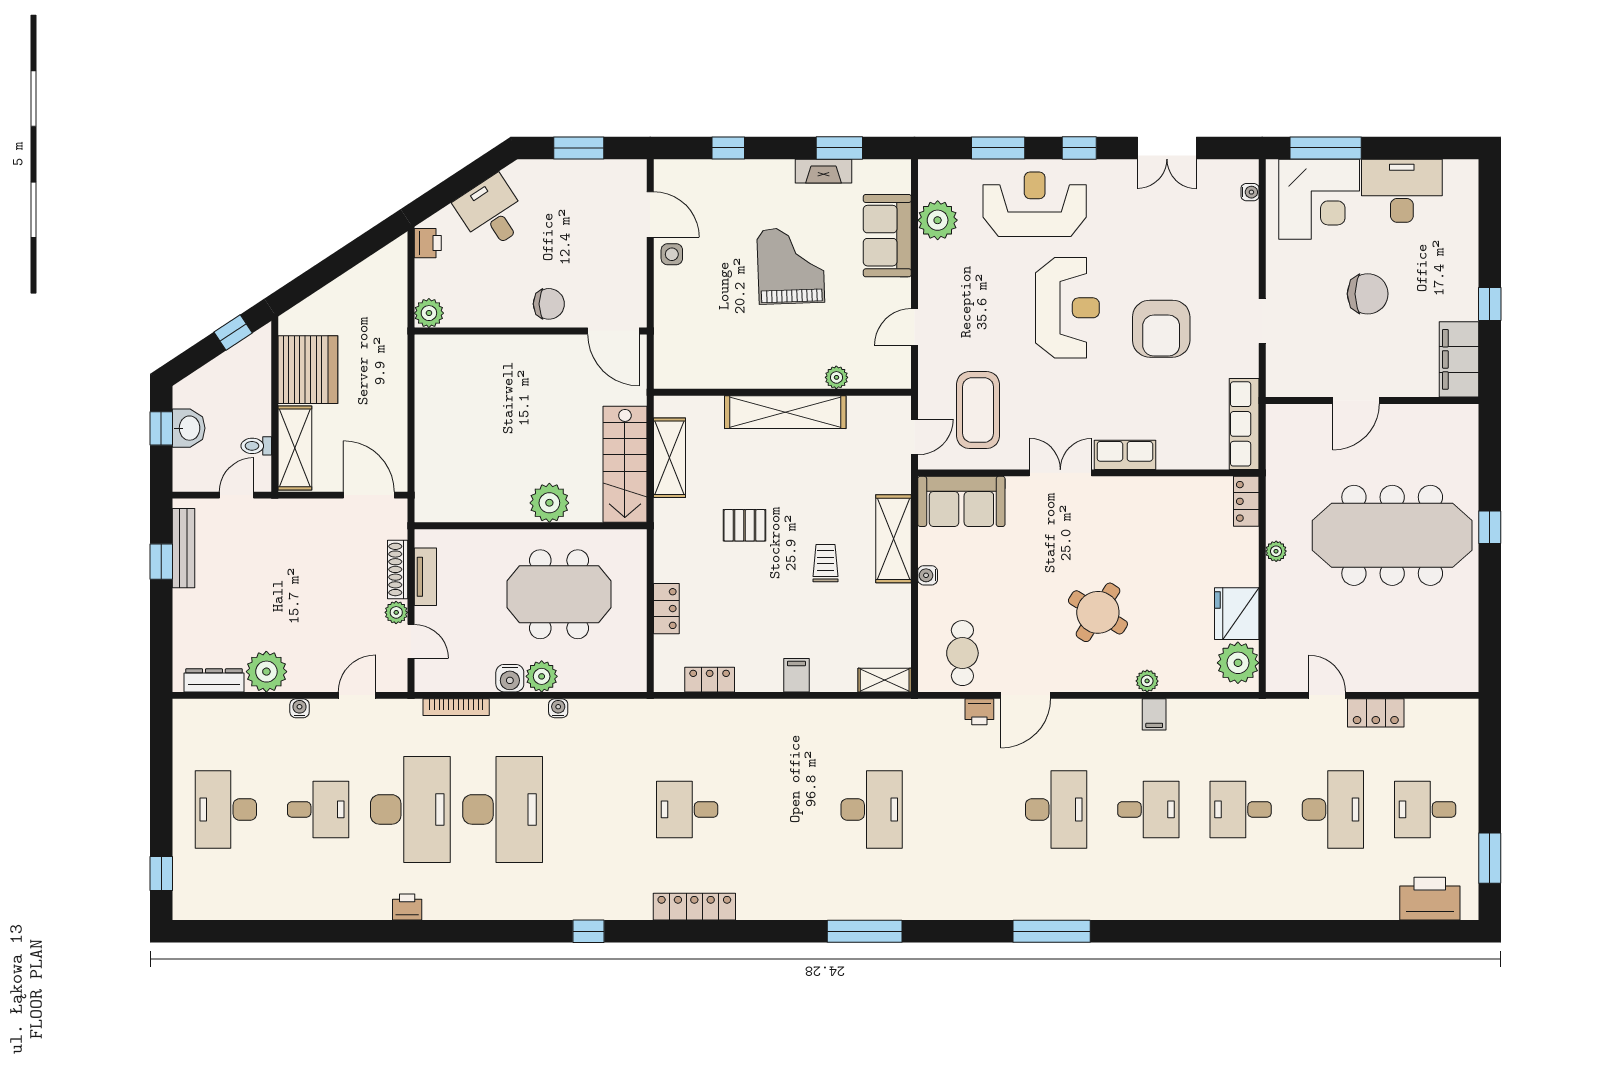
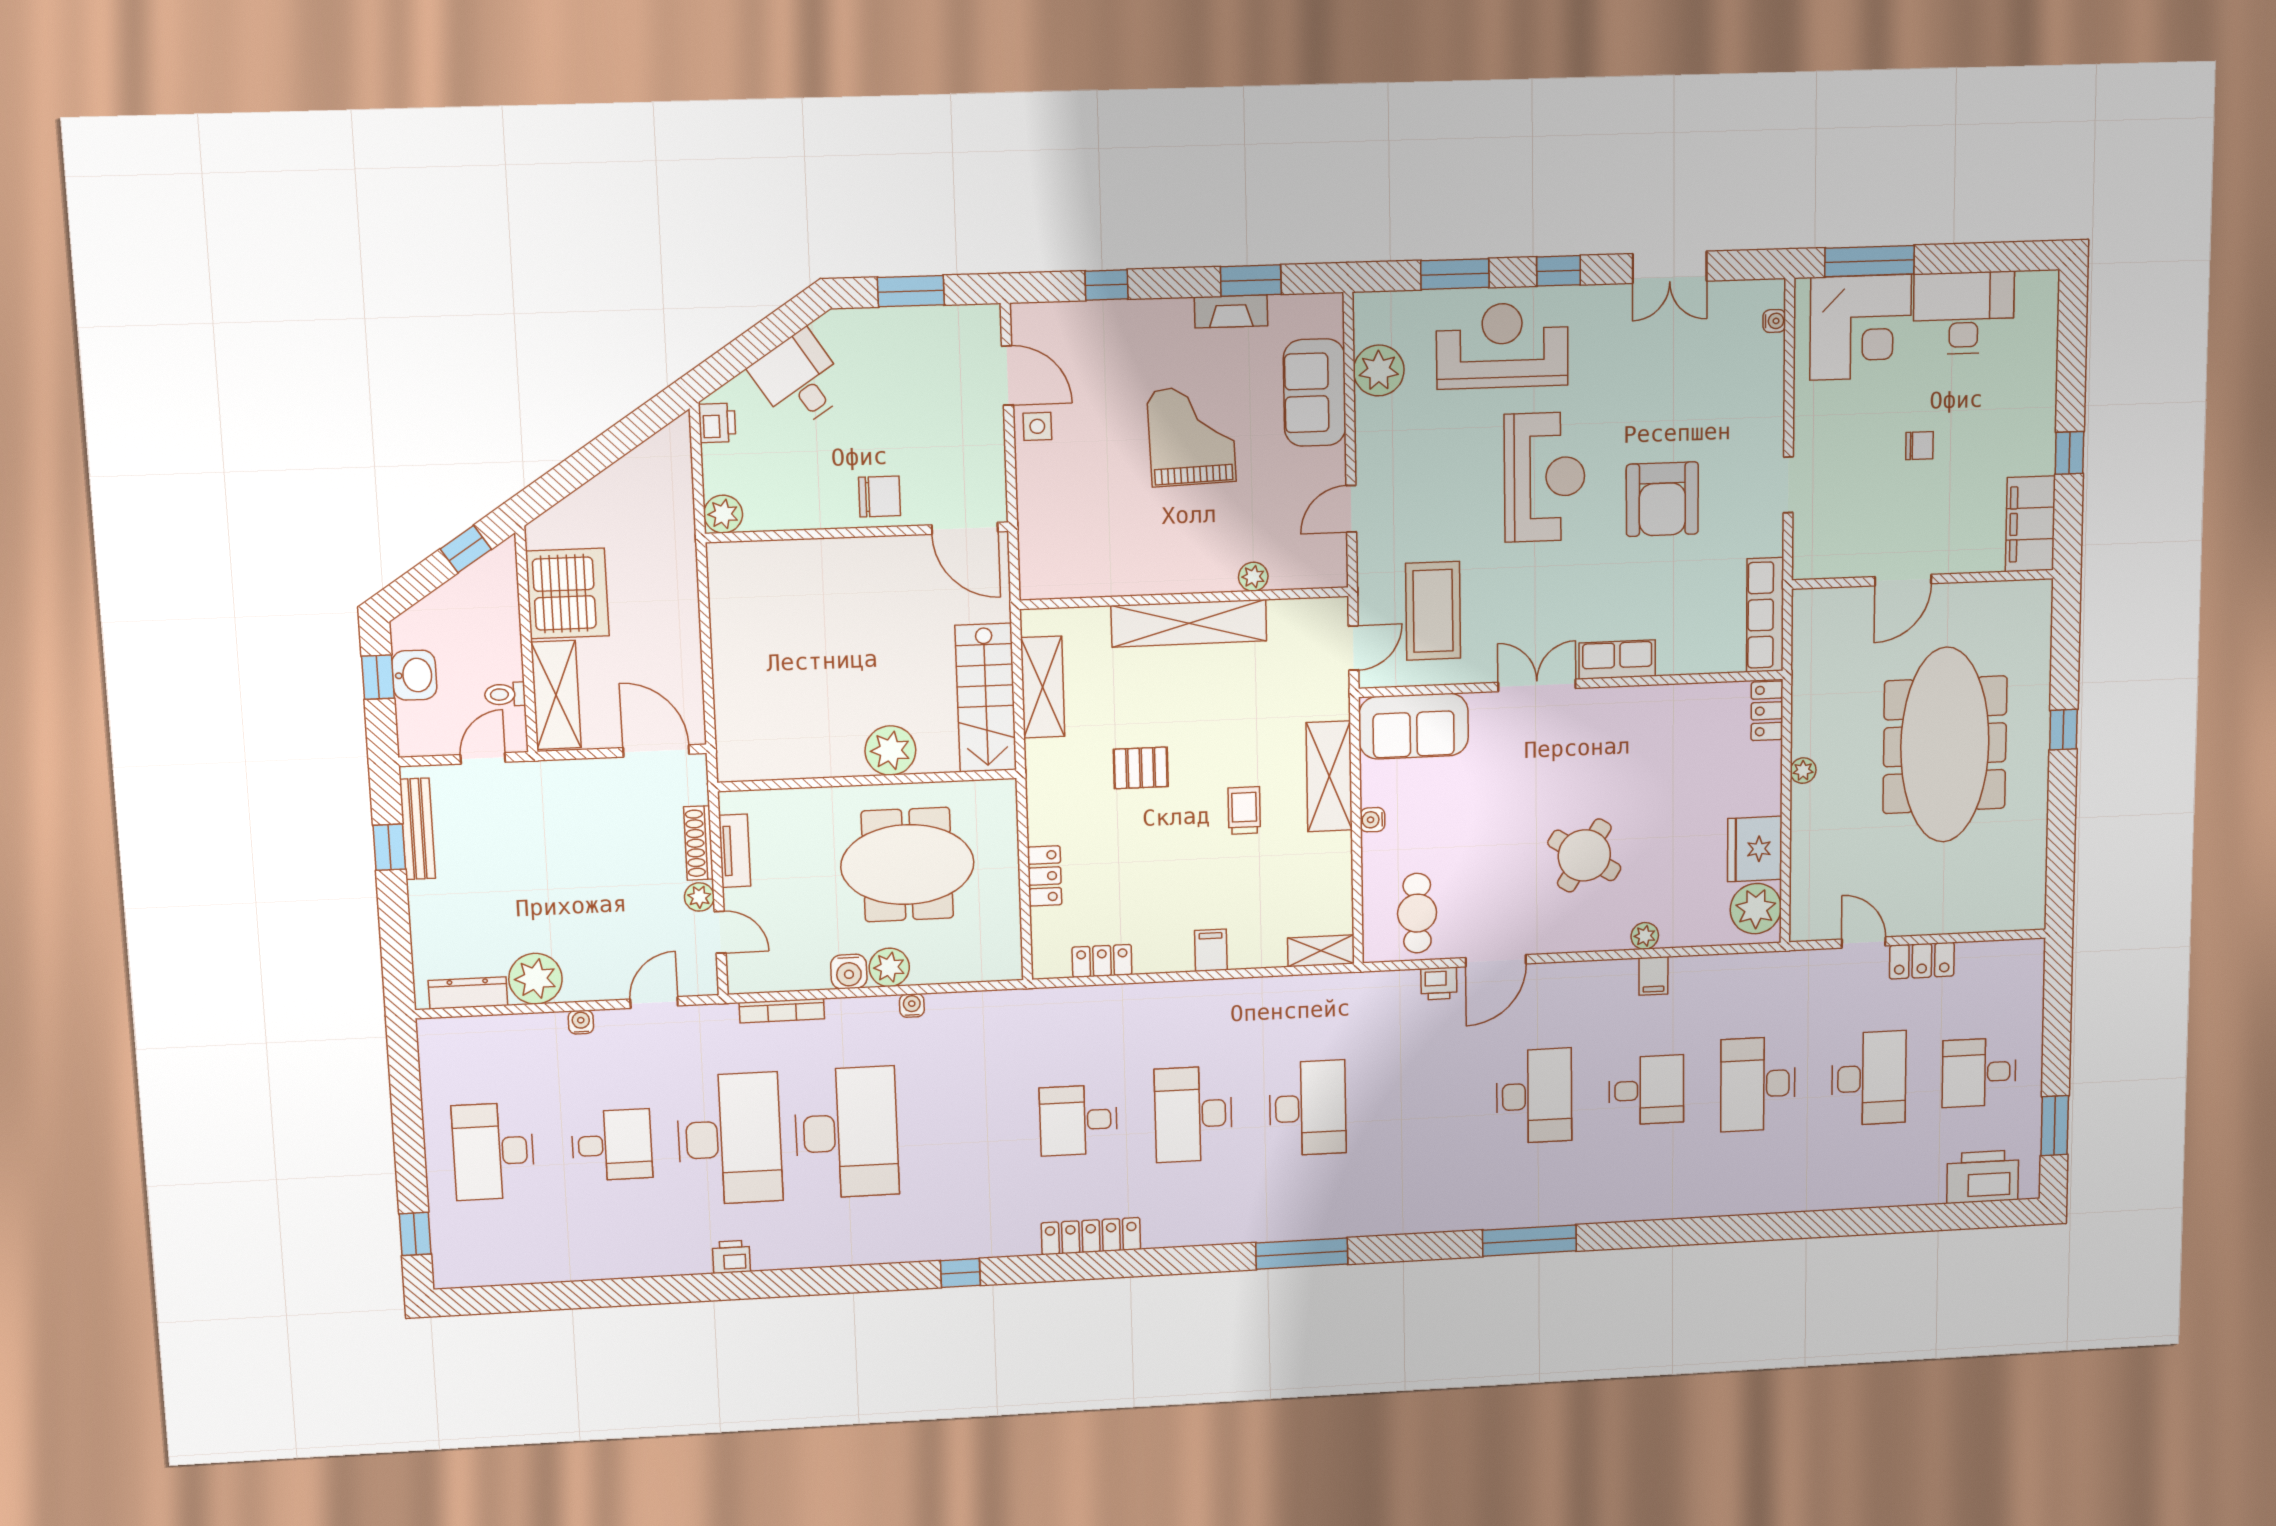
chair: (1368, 294) -> (1919, 446), width x0.54, depth x0.54
meeting table: (1392, 535) -> (1945, 745), turned 90
desk: (779, 809) -> (1193, 1114), added
desk: (1241, 809) -> (1758, 1084), width x1.37

